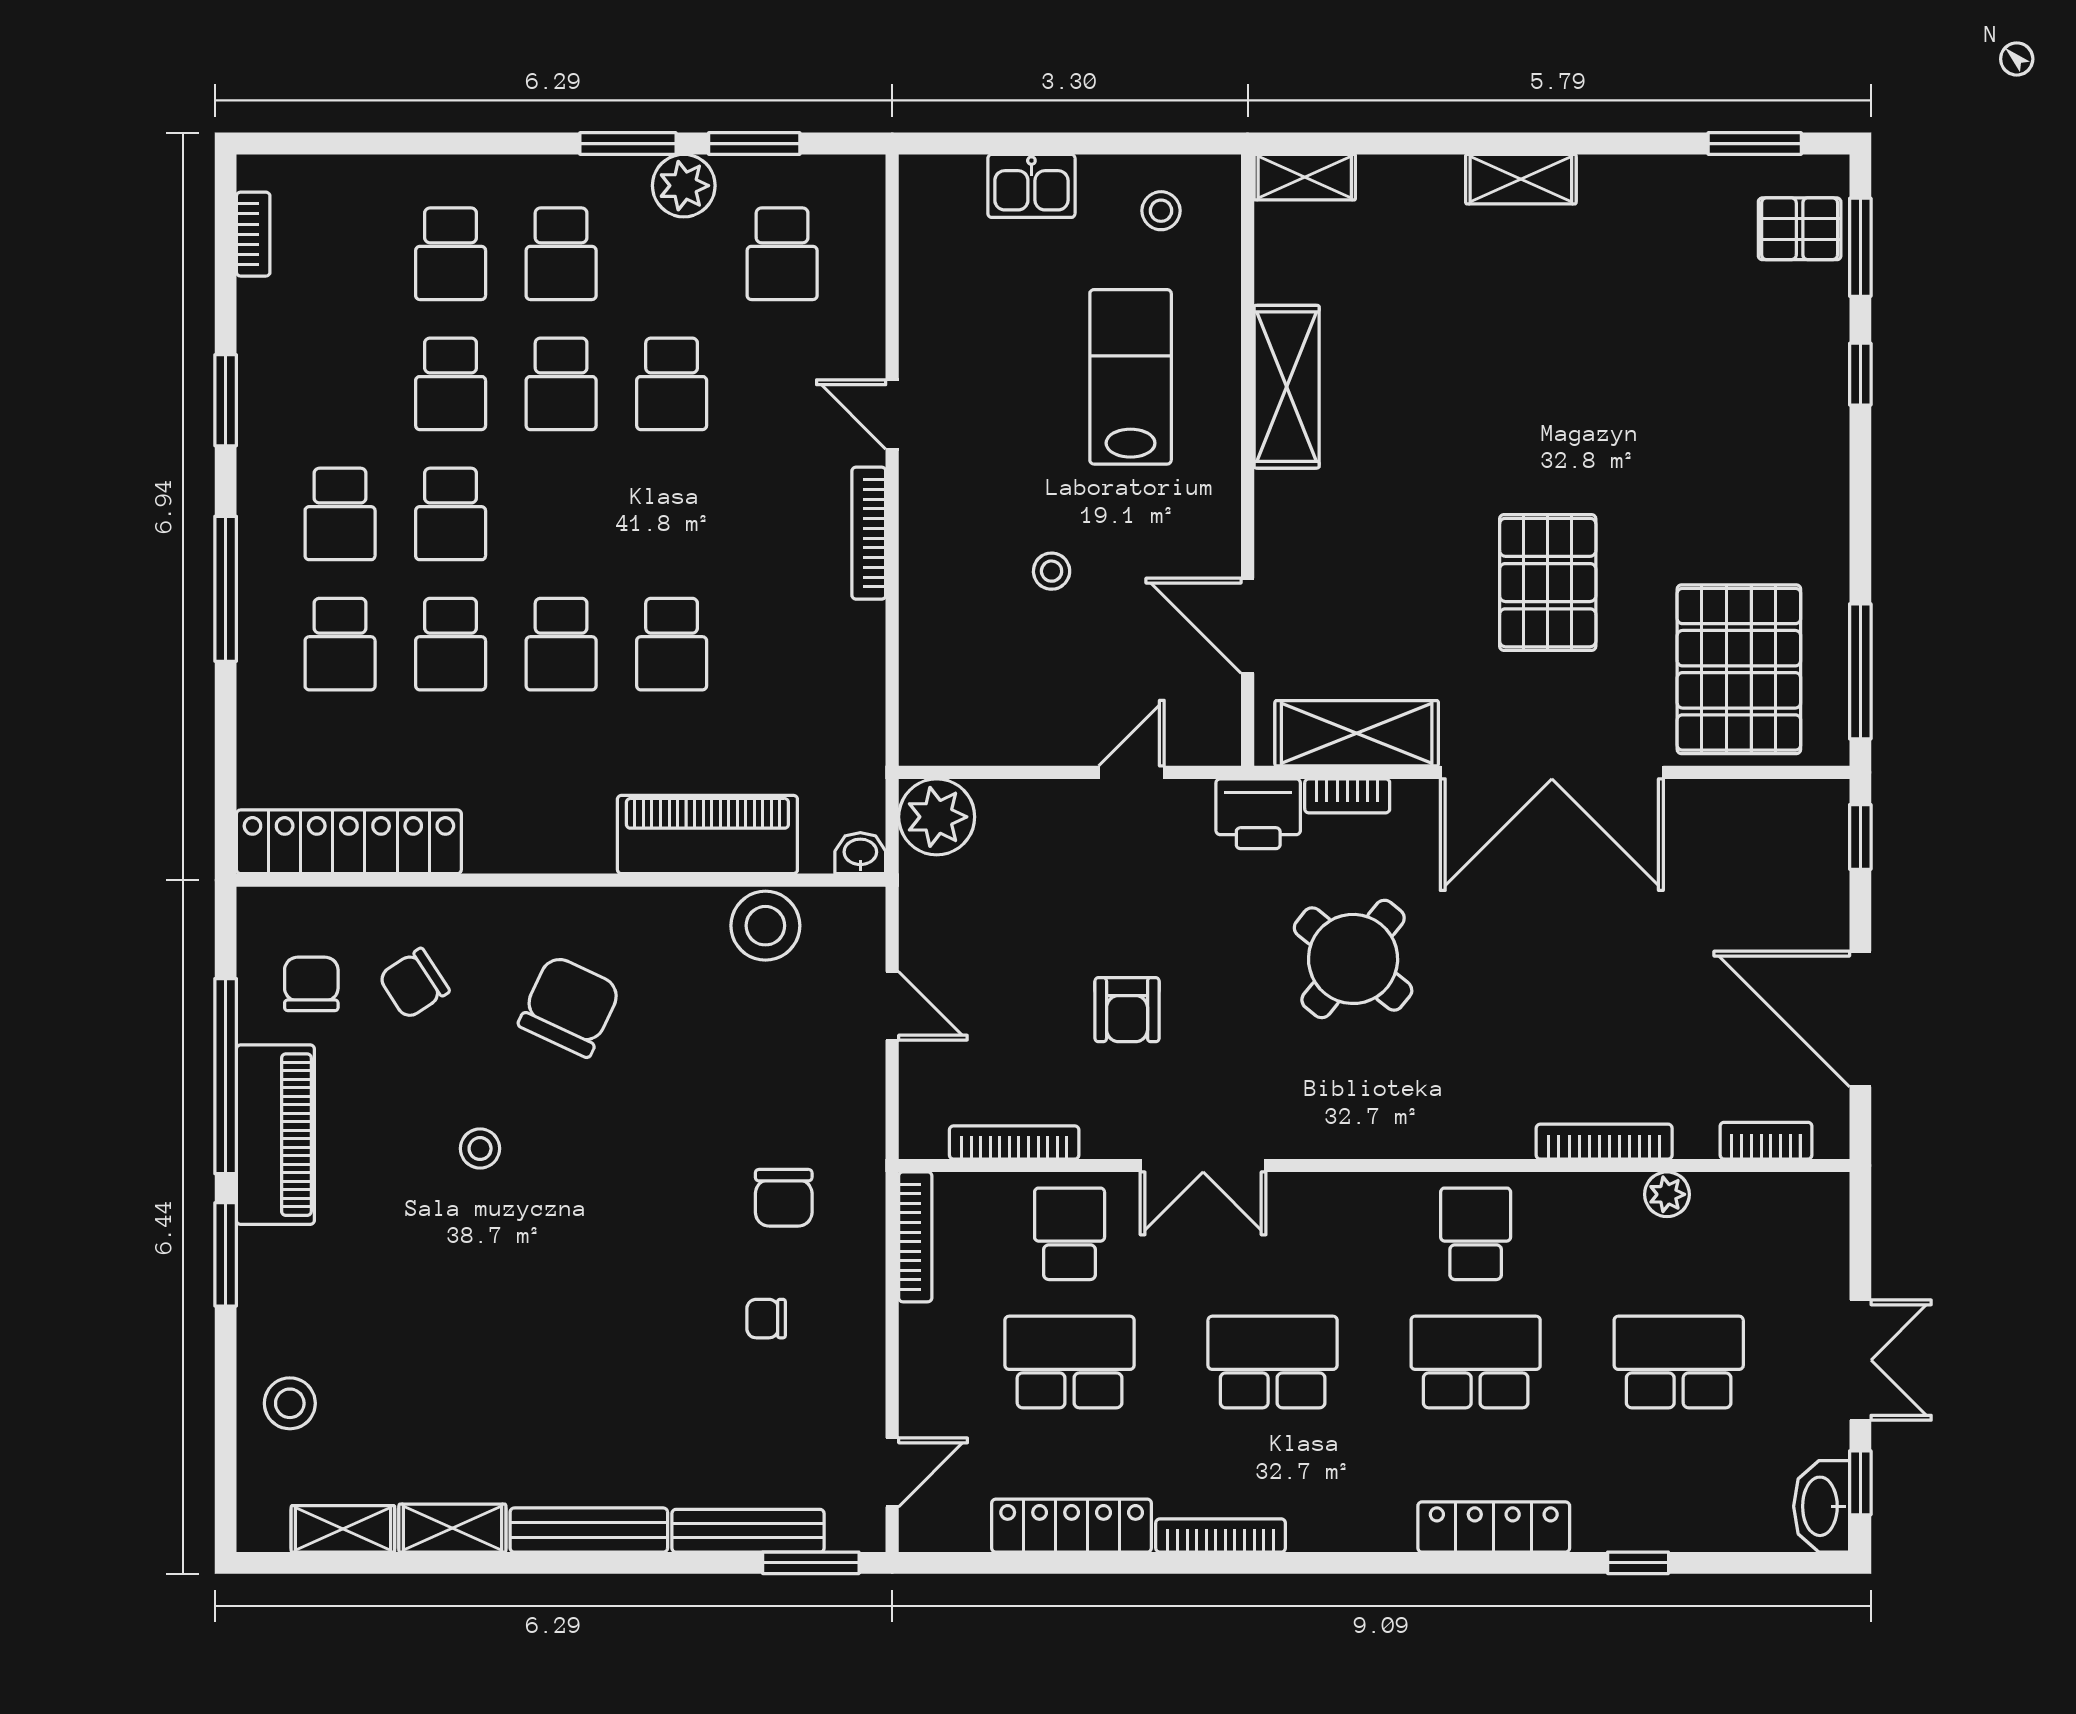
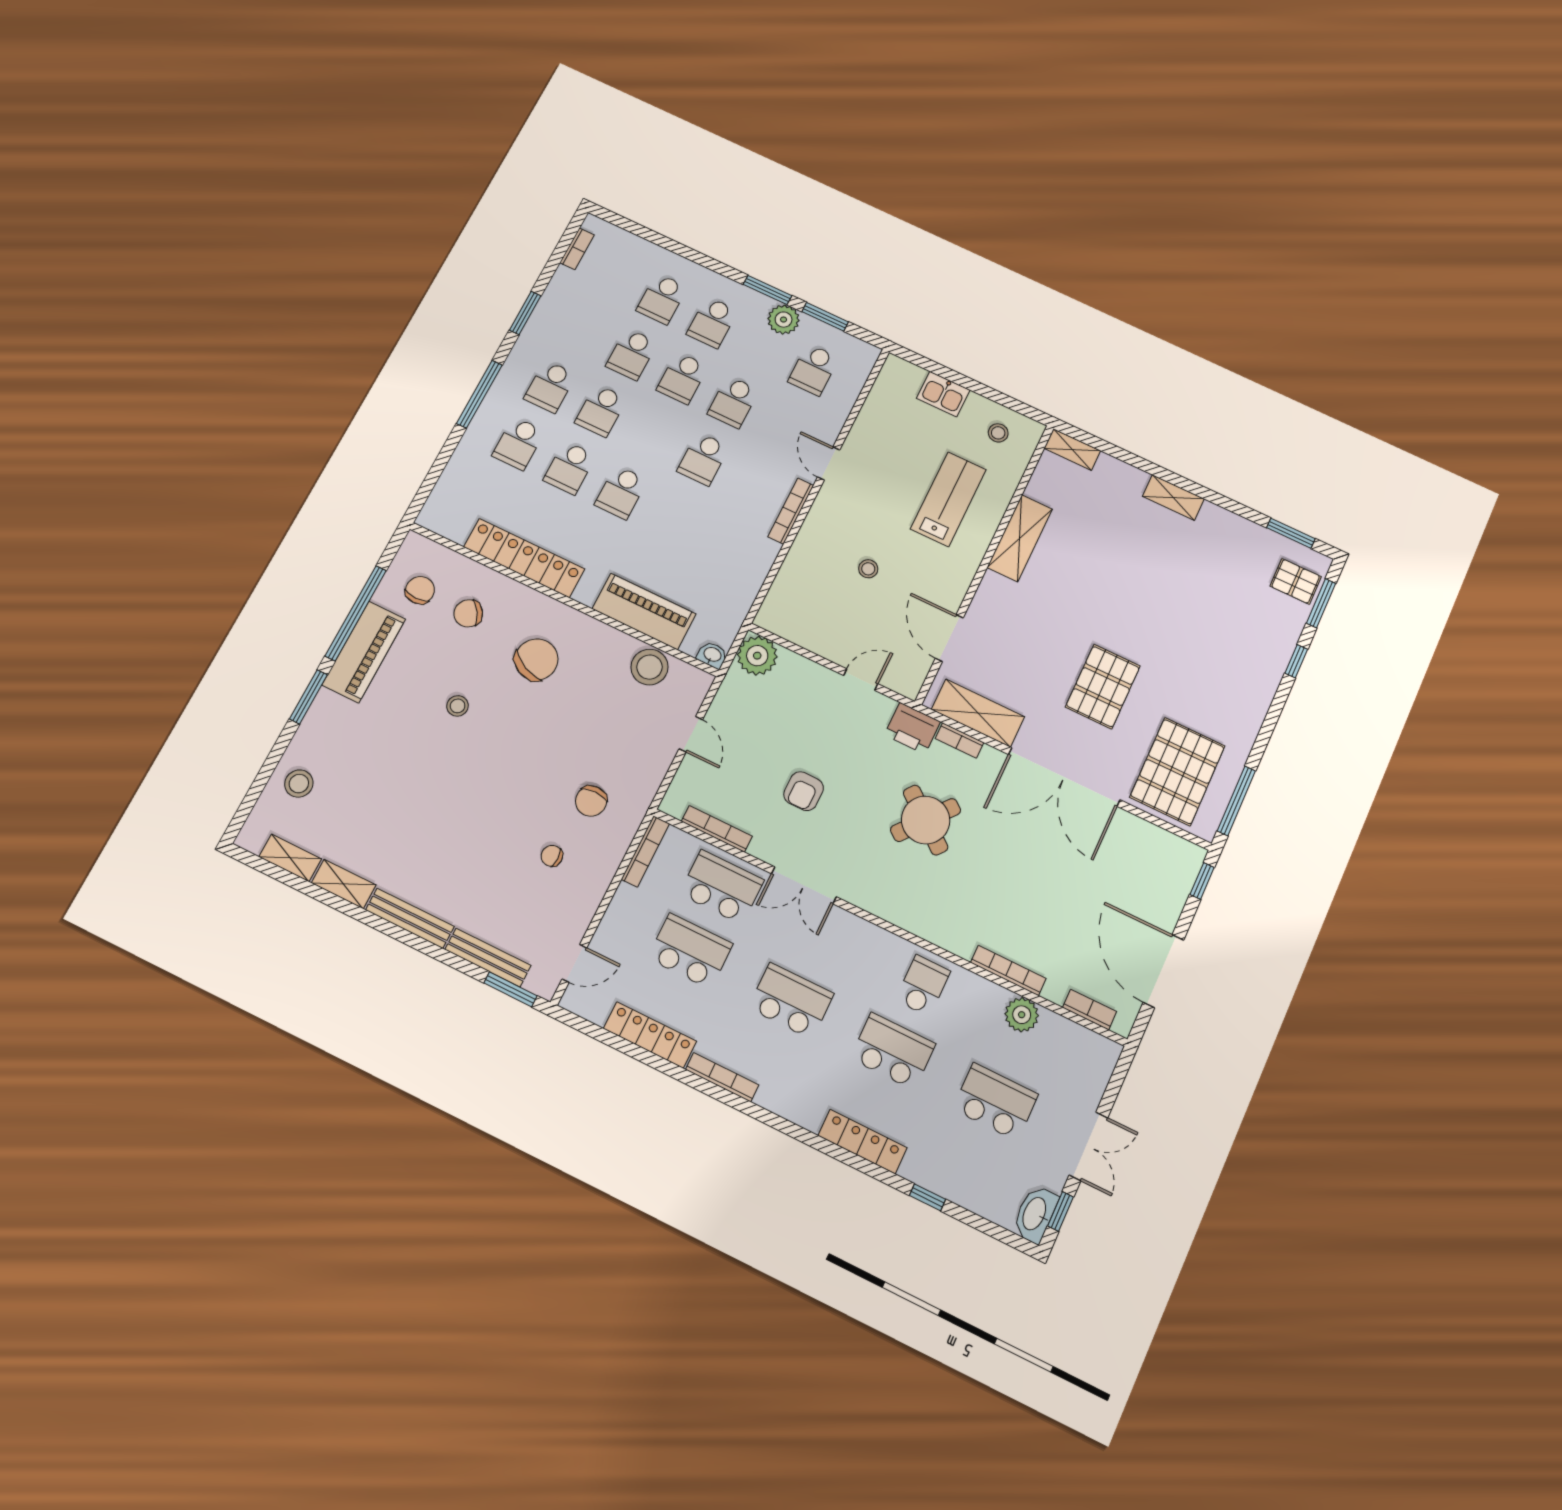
school desk: (672, 644) -> (703, 459), moved
locker: (349, 842) -> (524, 558), moved
plant: (1667, 1194) -> (1022, 1015), width x1.38, depth x1.38
school desk: (1070, 1234) -> (722, 887), width x1.85

